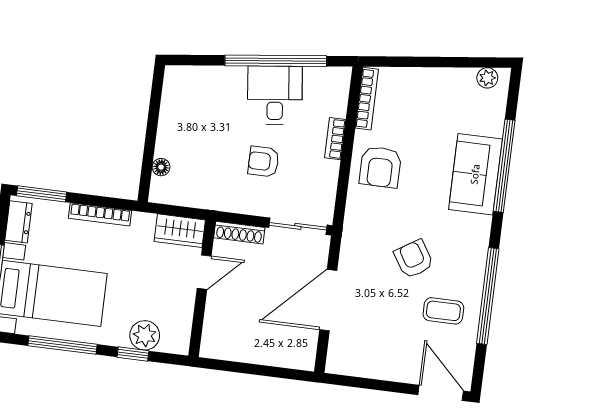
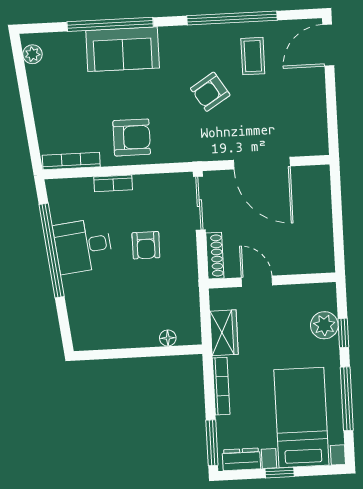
wardrobe: (180, 231) -> (224, 333), moved

